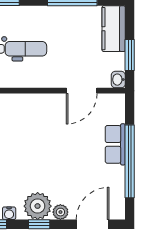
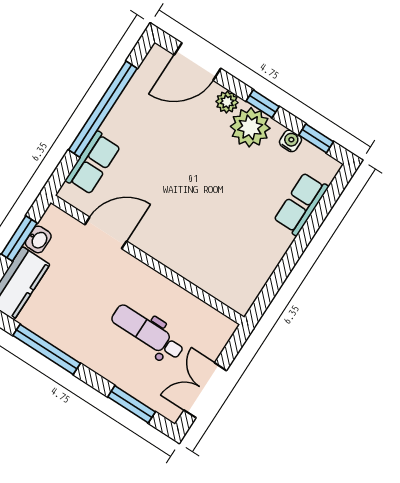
washbasin: (118, 80) -> (38, 239), moved
row of seats: (115, 144) -> (93, 163), moved

